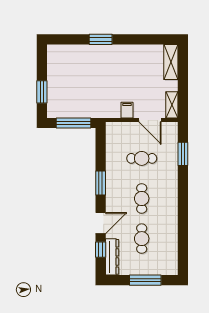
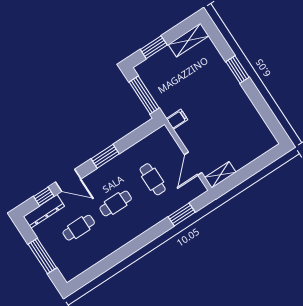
shelving: (171, 62) -> (189, 40), moved
filing cabinet: (127, 110) -> (177, 119), moved

